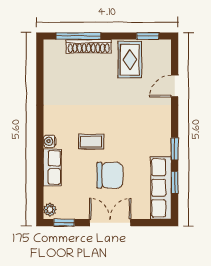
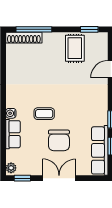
shoe rack: (89, 46) -> (24, 38), moved
chair: (110, 175) -> (59, 140), turned 90

